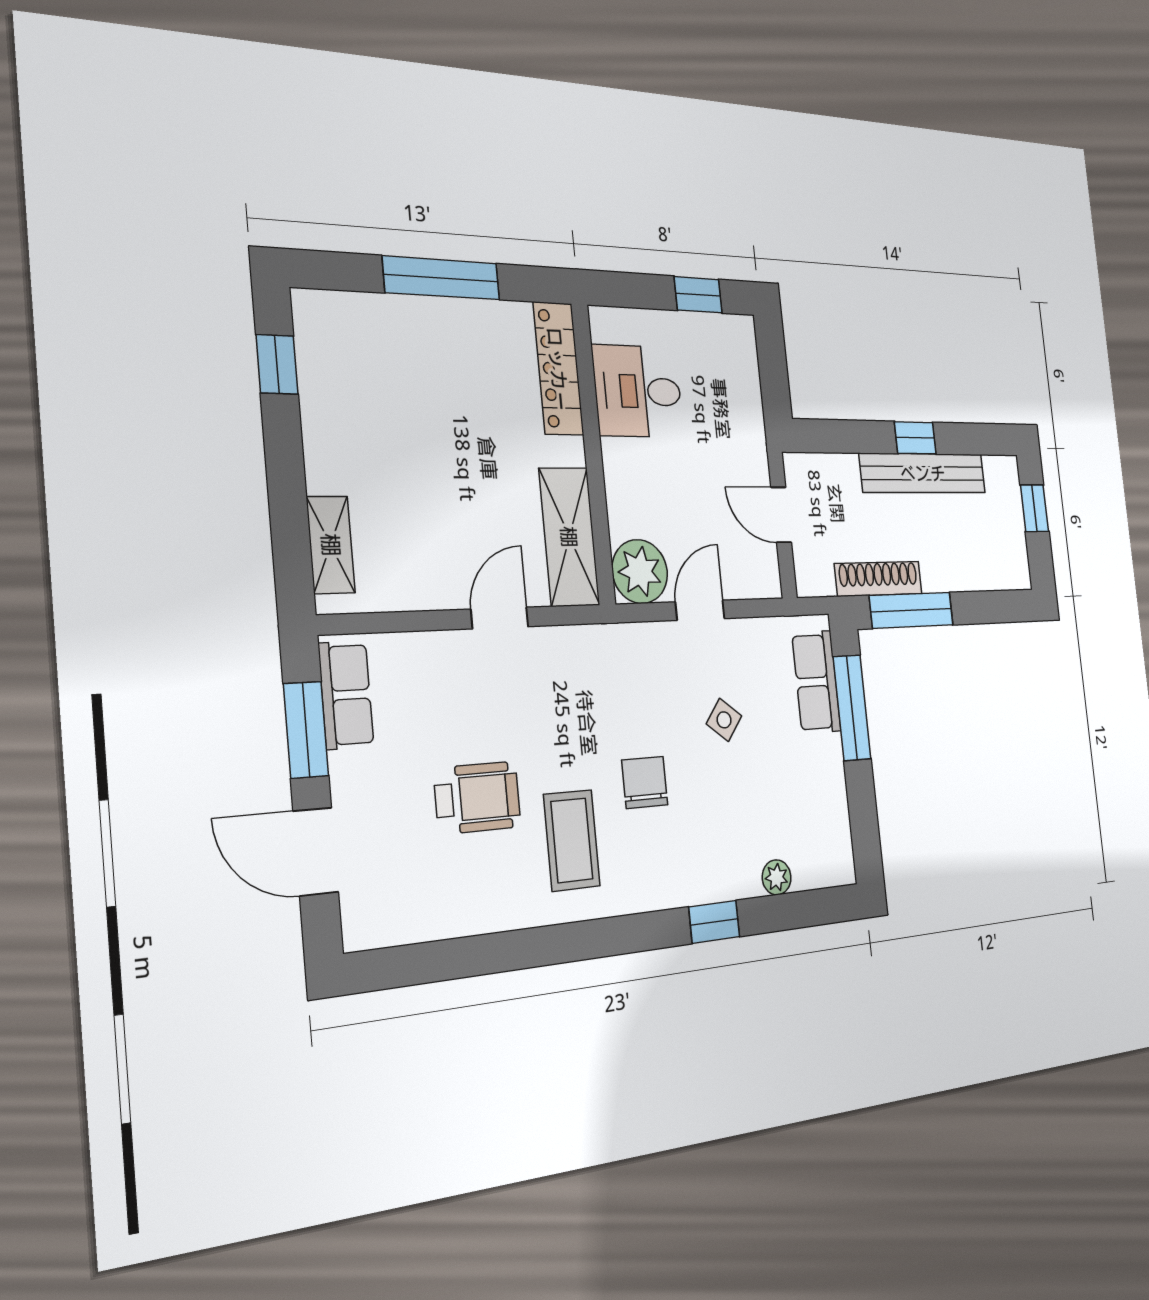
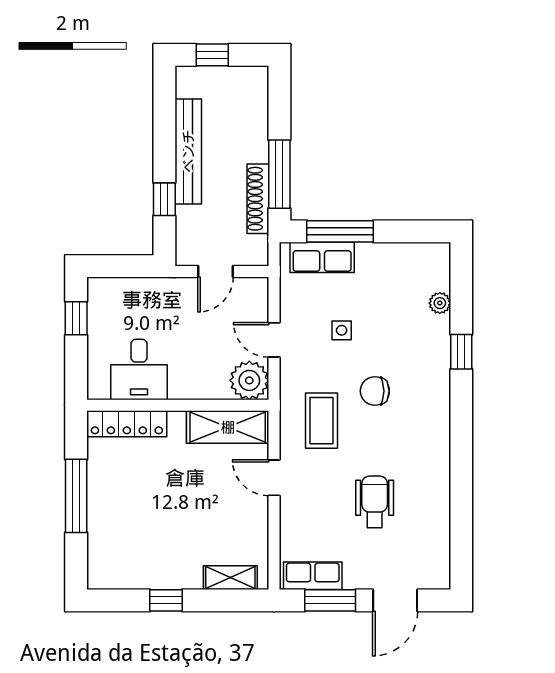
window: (277, 364) -> (166, 600), moved
window: (915, 438) -> (164, 199), moved
side table: (724, 720) -> (342, 330), turned -38
coffee table: (572, 840) -> (322, 421), moved, turned 90

